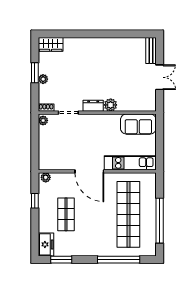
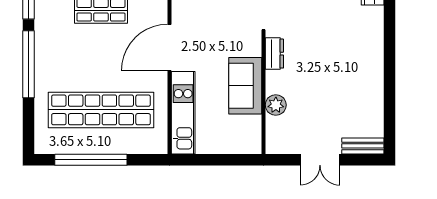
plant: (111, 105) -> (276, 105), moved
sofa: (138, 124) -> (245, 86), moved
window: (119, 260) -> (29, 64), moved

